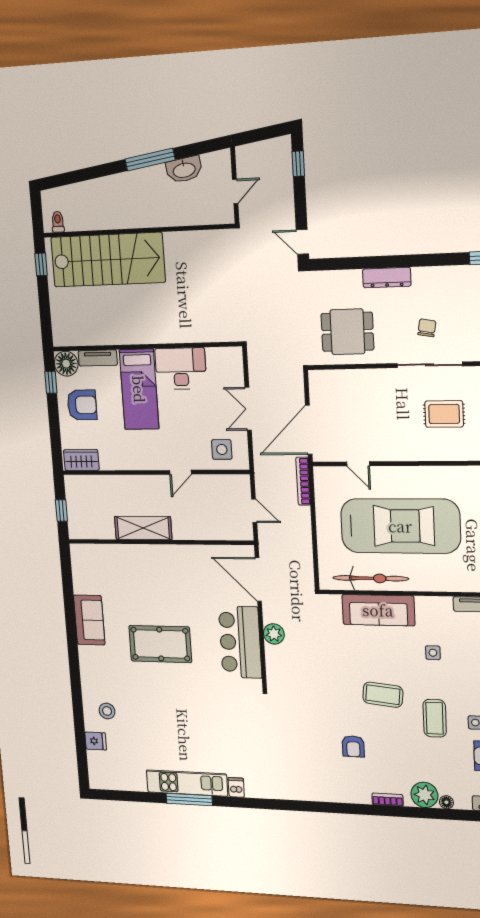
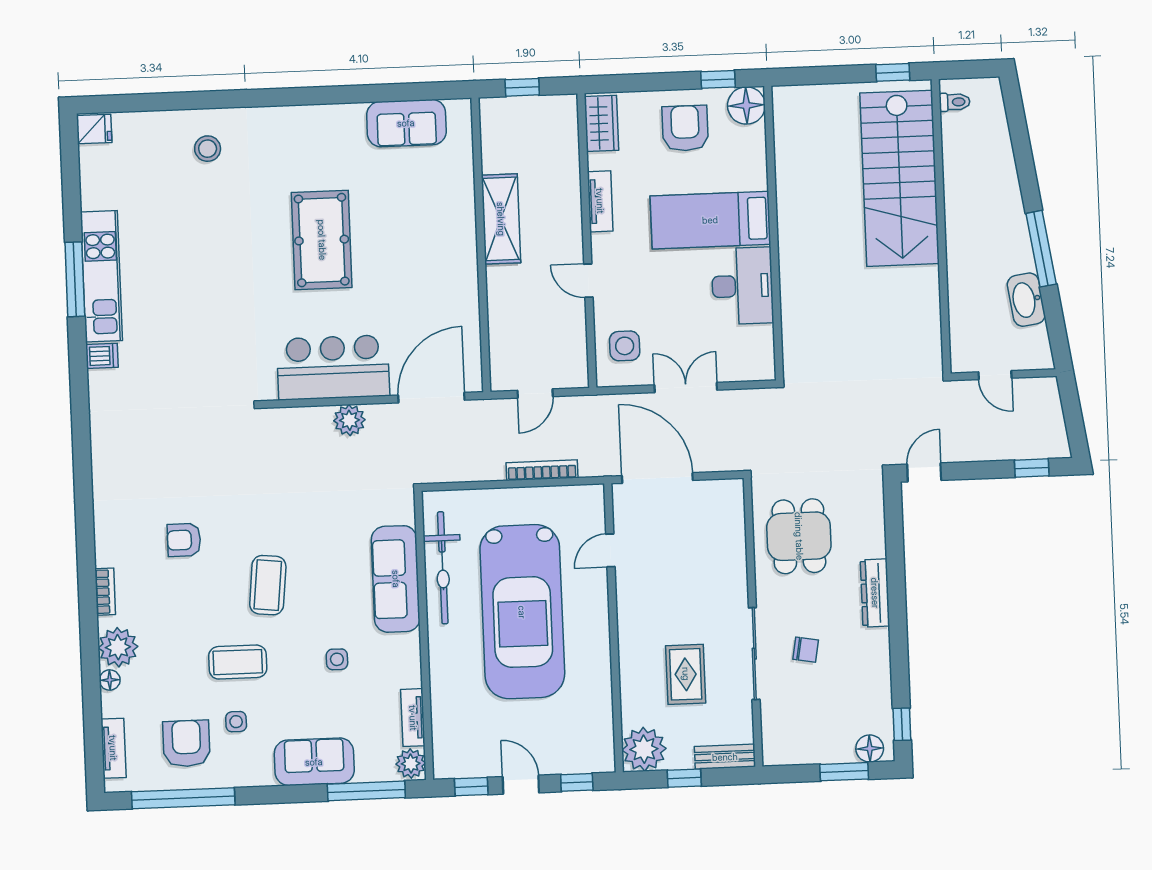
tv unit: (98, 358) -> (600, 201), moved, turned 180
armchair: (82, 405) -> (685, 128), turned 180
bookcase: (303, 481) -> (542, 470), moved
sofa: (89, 620) -> (406, 123), moved
fridge: (96, 741) -> (94, 129), moved, turned -90

